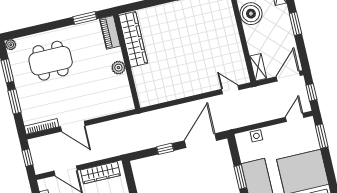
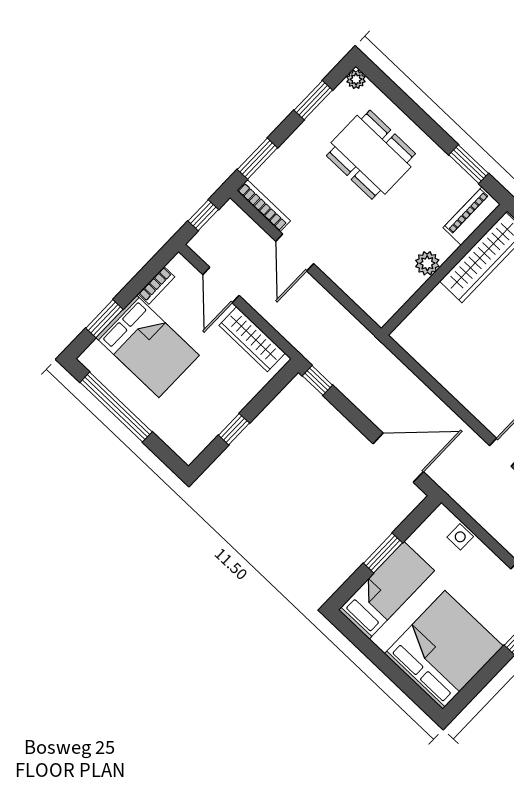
window: (14, 101) -> (257, 159), moved
window: (165, 149) -> (317, 380), moved

